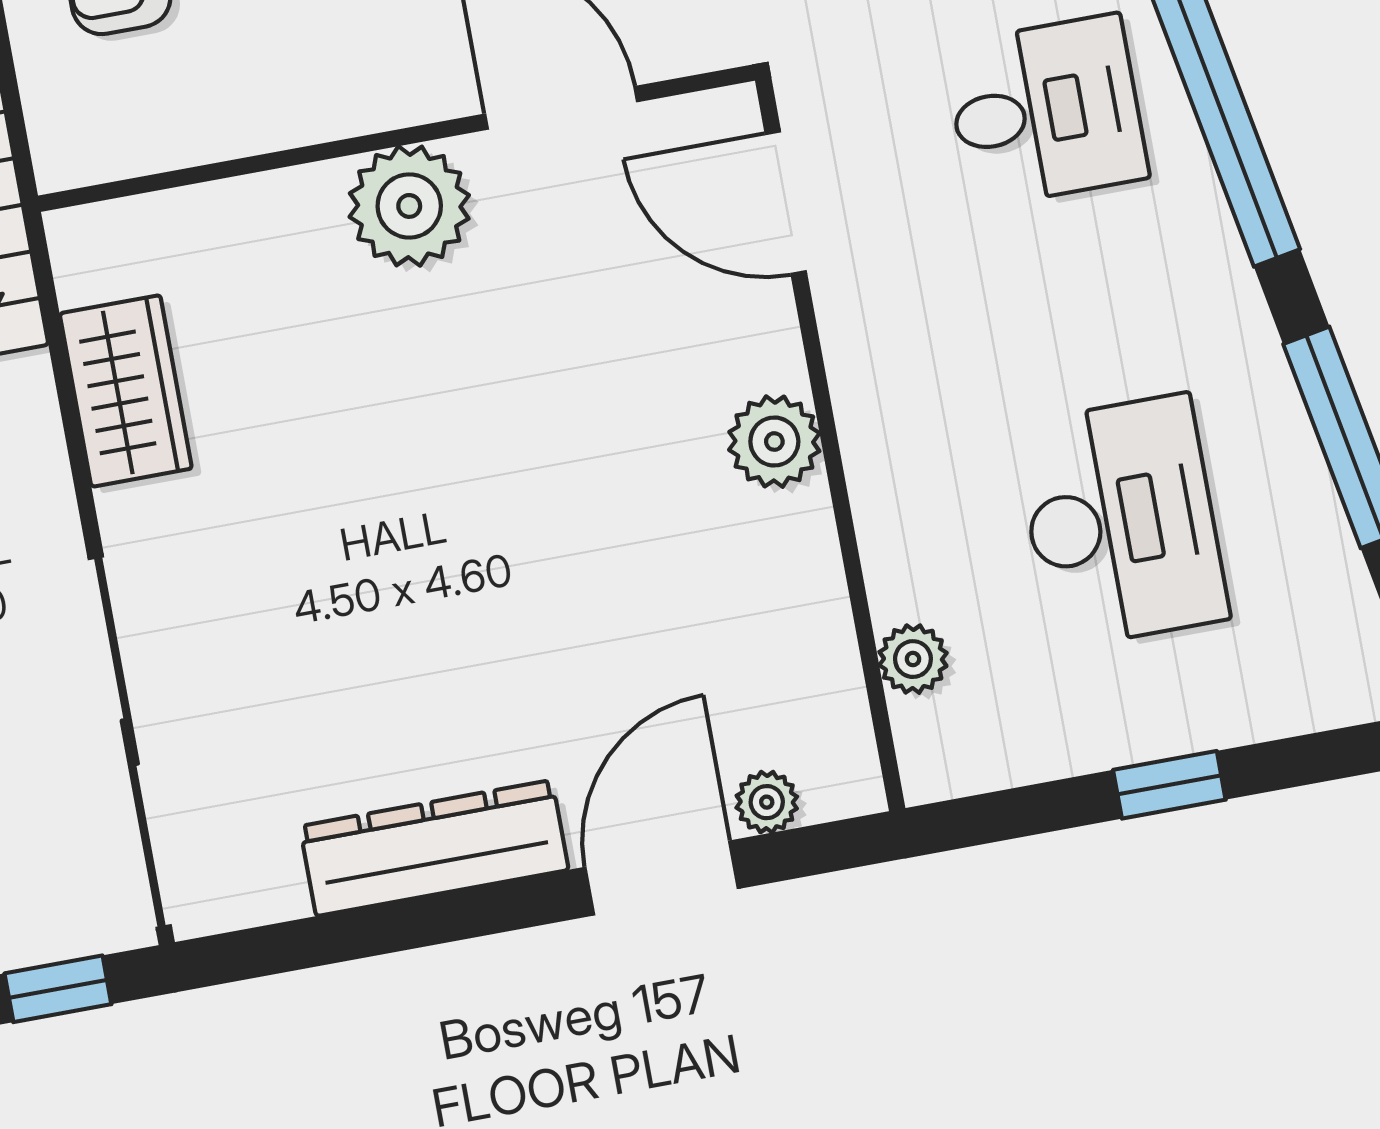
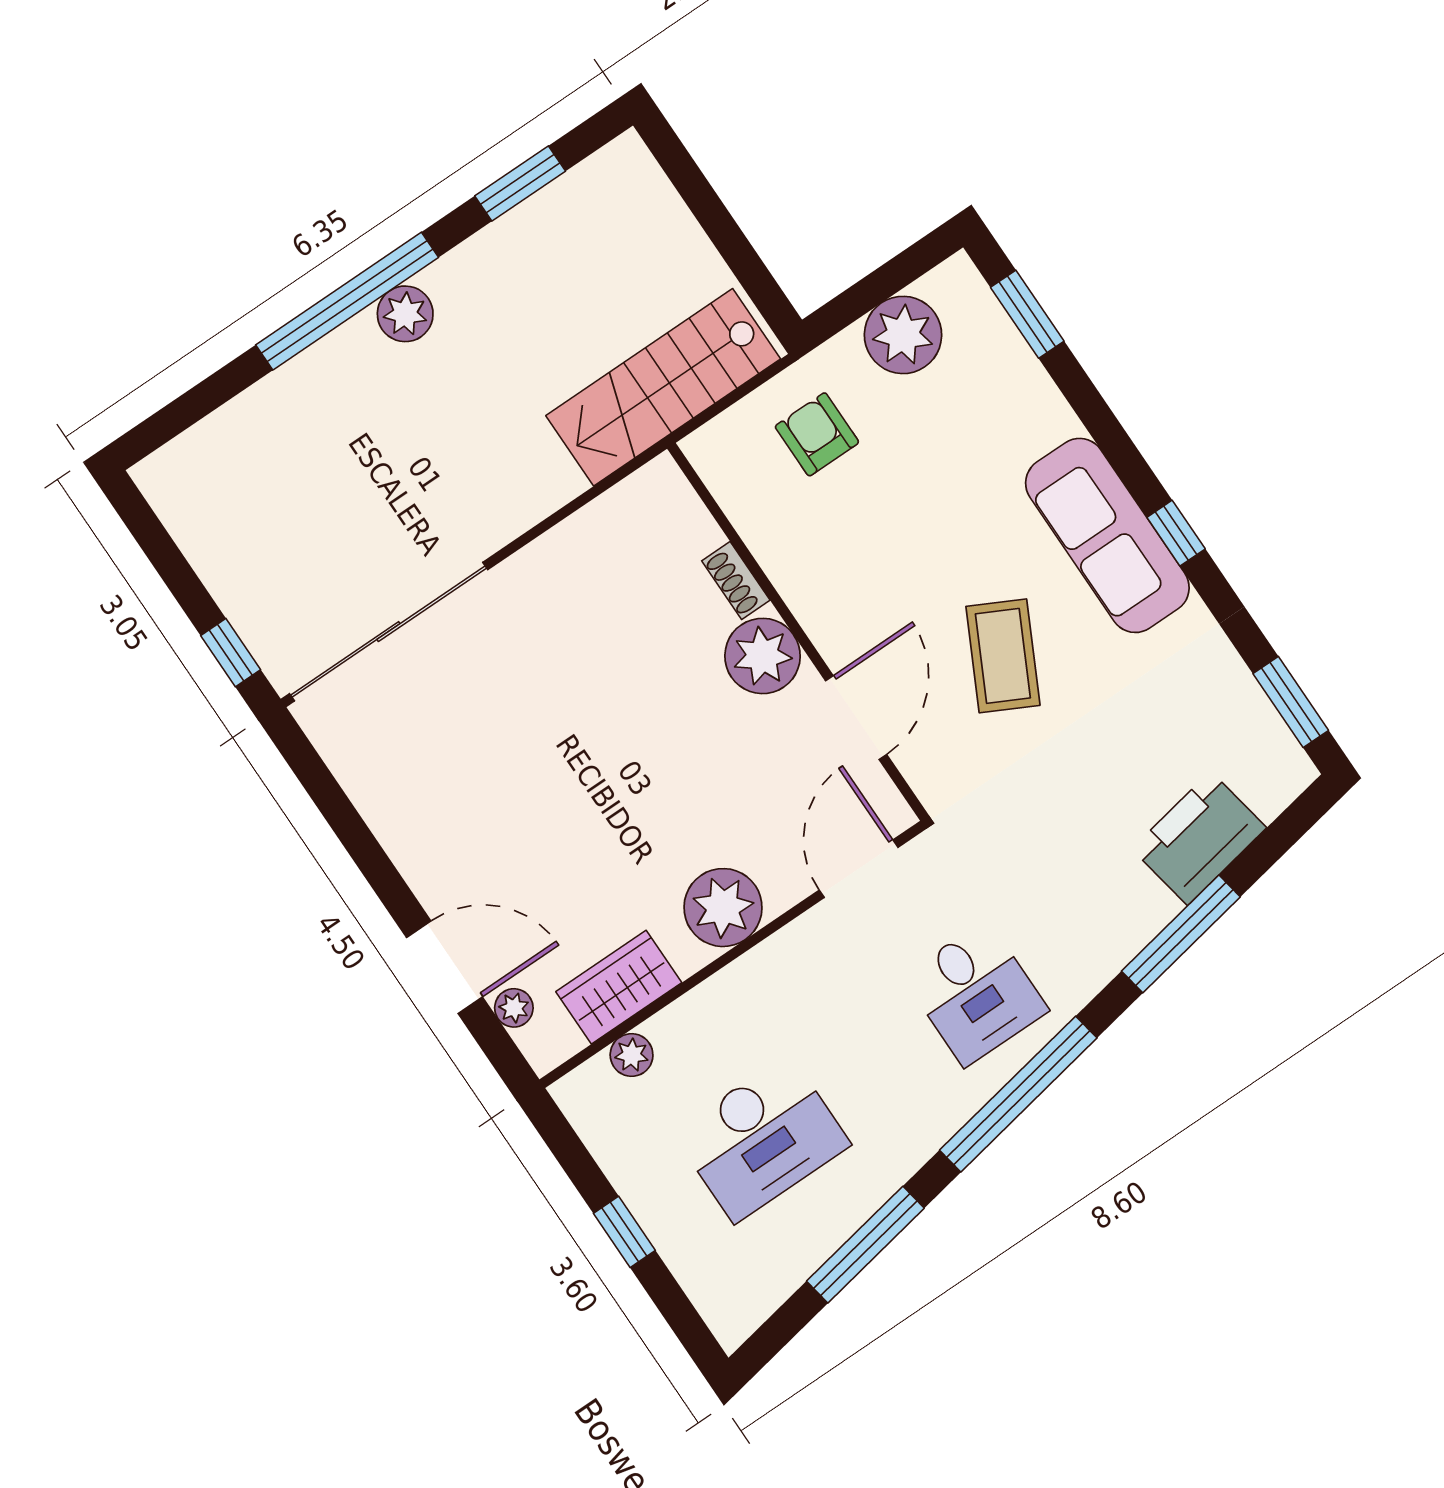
shoe rack: (280, 196) -> (736, 580), added
wardrobe: (126, 391) -> (619, 987), moved, turned 180
plant: (774, 442) -> (723, 908), width x1.36, depth x1.36
dresser: (434, 848) -> (405, 831), removed

